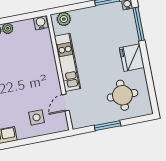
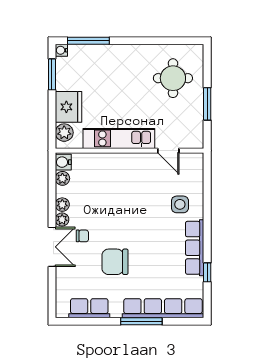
plant: (28, 25) -> (62, 178), added
fridge: (132, 58) -> (69, 107), moved, turned -90
side table: (37, 117) -> (180, 204), moved

